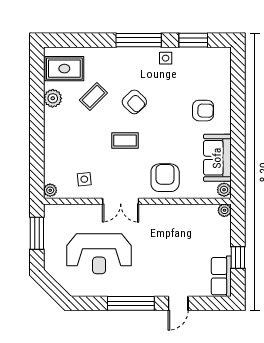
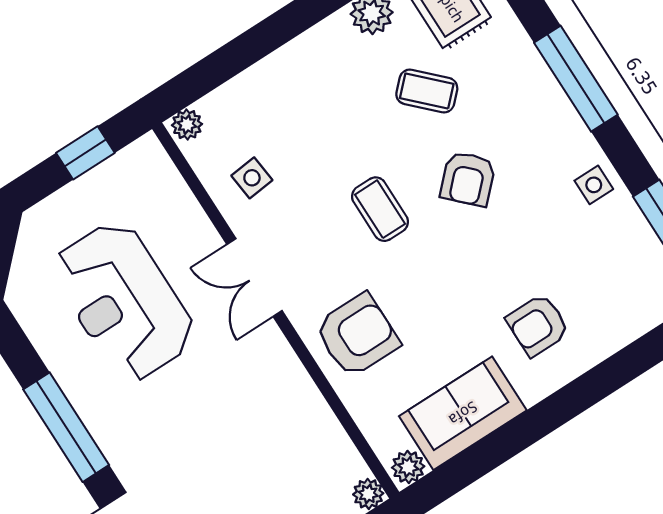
window: (139, 40) -> (576, 79), moved
armchair: (203, 111) -> (538, 325), turned 89
window: (37, 233) -> (85, 153), width x0.67

